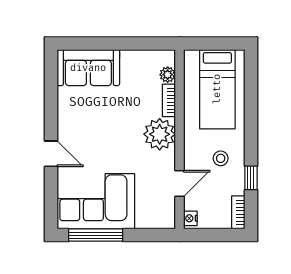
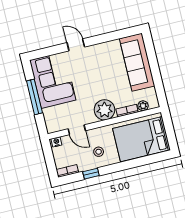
sofa: (88, 68) -> (137, 62), width x1.36
bed: (217, 89) -> (141, 139), width x1.50
door: (51, 154) -> (76, 45), swing flipped
window: (96, 235) -> (34, 97), moved

